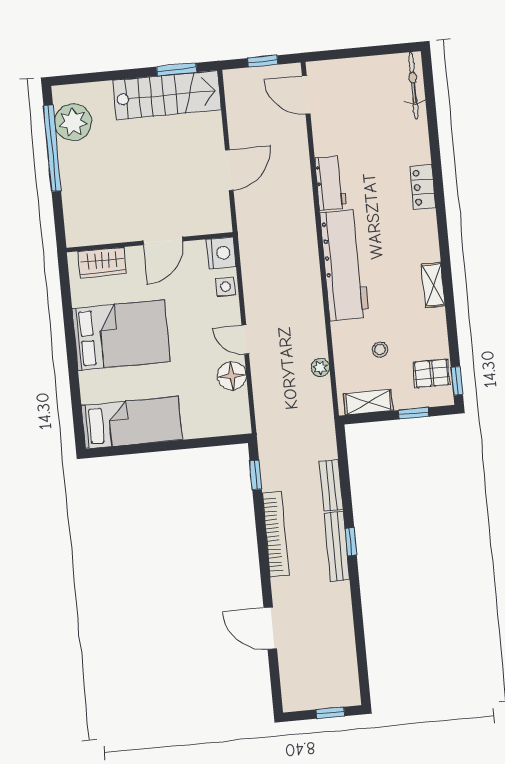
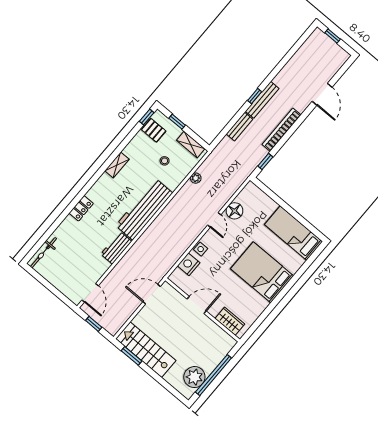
door: (163, 241) -> (197, 305), moved
wall: (150, 242) -> (202, 310), moved
wardrobe: (102, 263) -> (230, 321), moved

